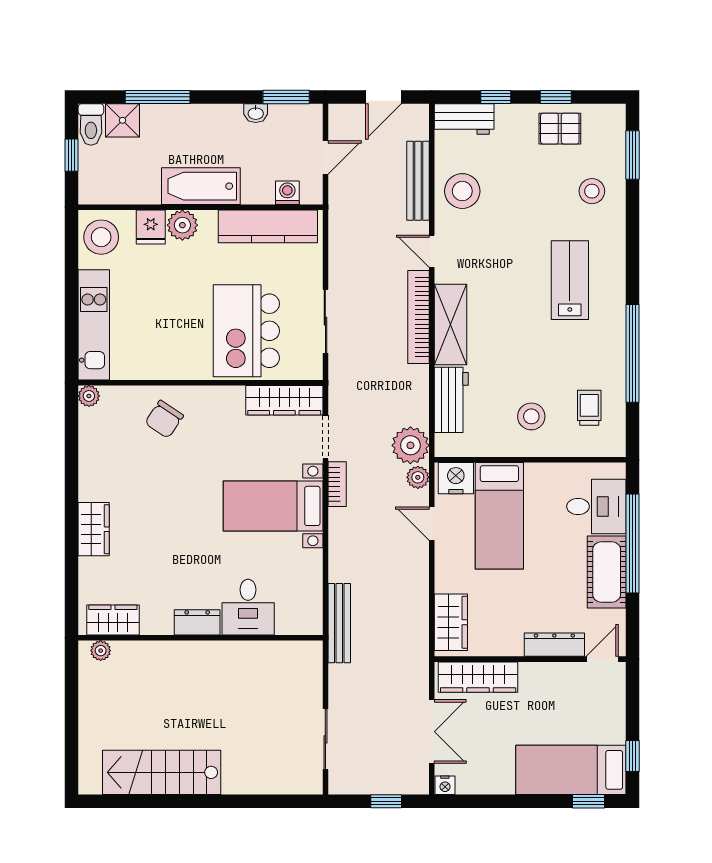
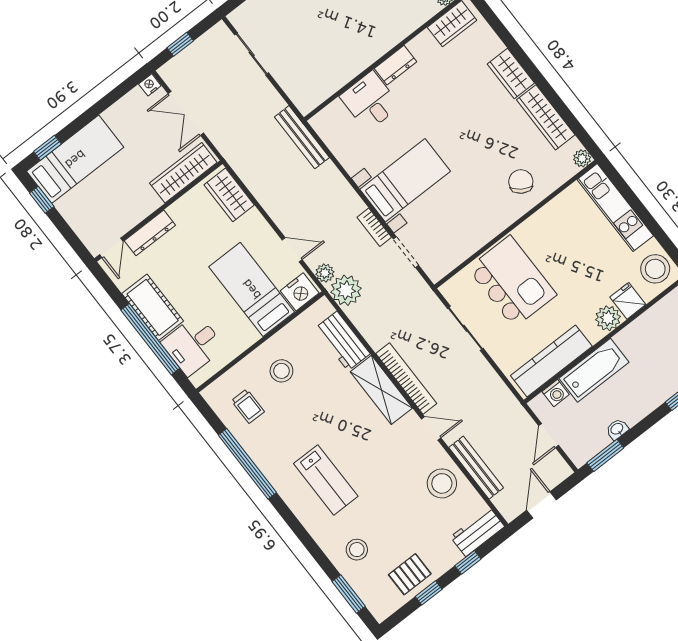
bathtub: (201, 186) -> (594, 370), moved
wardrobe: (284, 400) -> (546, 117), moved, turned -90

